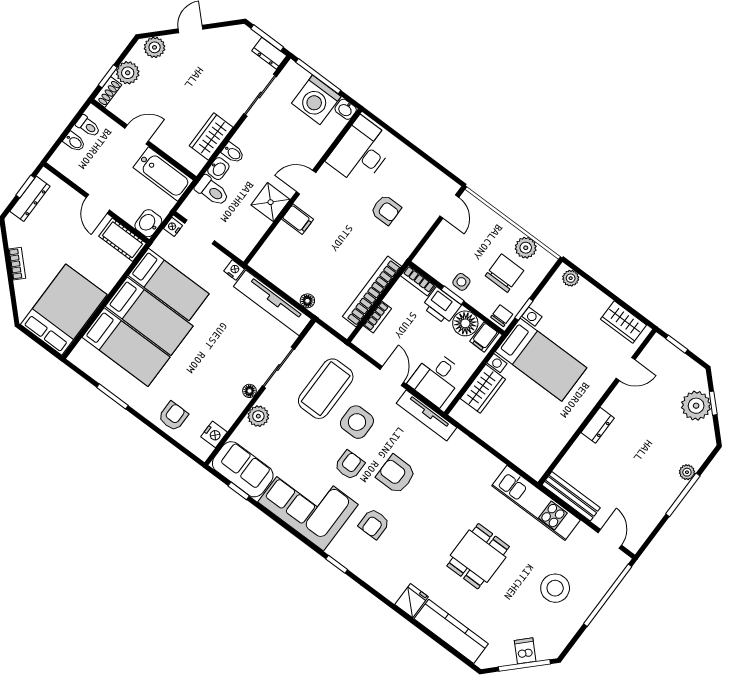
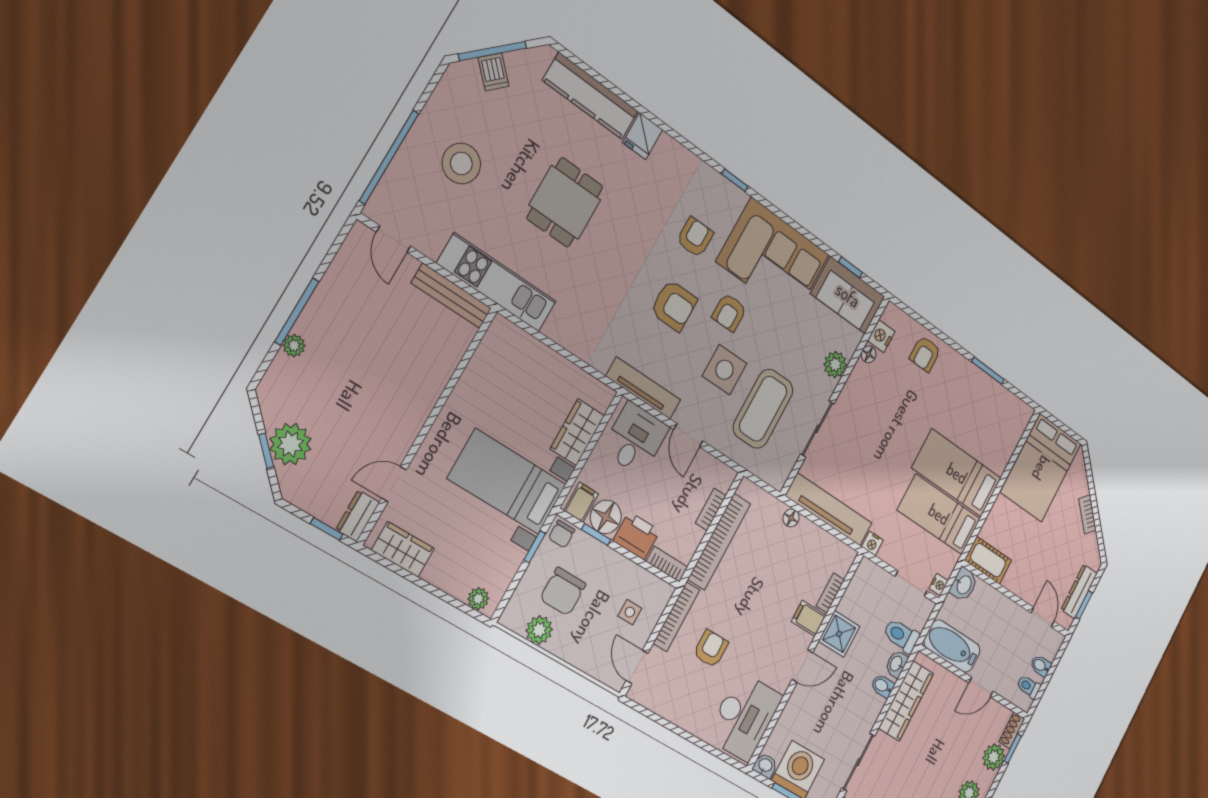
wardrobe: (211, 136) -> (906, 701), width x1.50
door: (98, 204) -> (1042, 617), moved
armchair: (386, 210) -> (711, 649), turned 90
bookcase: (276, 236) -> (830, 593), added
bookcase: (413, 239) -> (676, 617), added
side table: (461, 282) -> (630, 612), moved
window: (453, 295) -> (596, 535), moved
bed: (126, 347) -> (978, 432), removed
floor lamp: (249, 391) -> (869, 354), moved
dresser: (598, 425) -> (358, 516), moved

